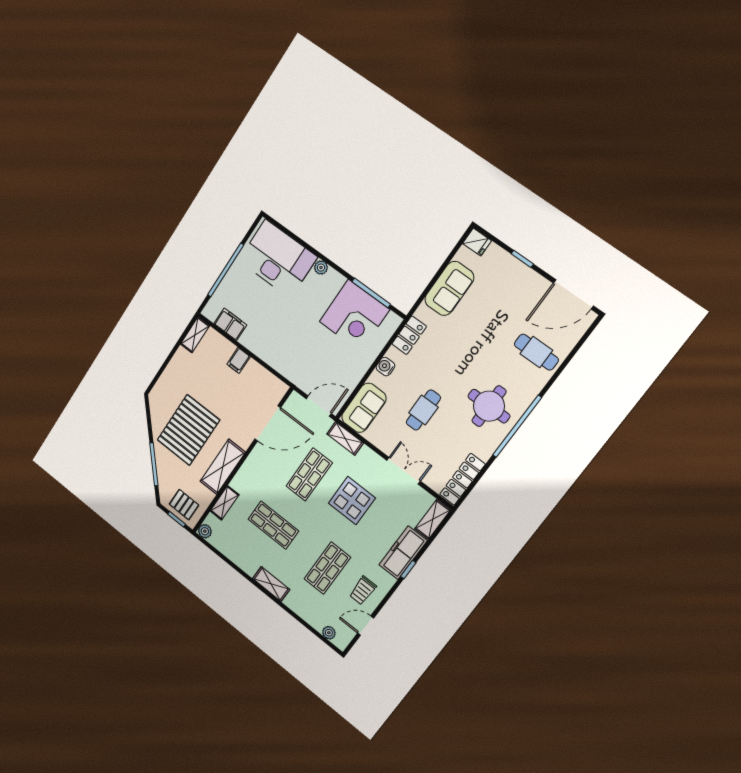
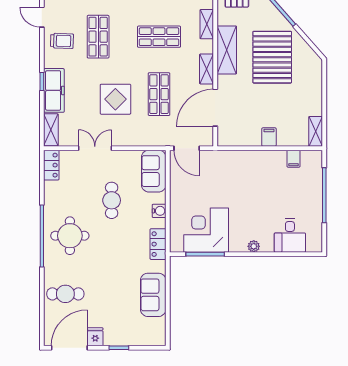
fridge: (477, 242) -> (95, 337), moved, turned 90
desk: (278, 259) -> (290, 236), width x0.53, depth x0.77
filing cabinet: (230, 324) -> (293, 159), width x0.50
door: (319, 406) -> (187, 148), hinge flipped
shelving: (345, 438) -> (207, 69), moved, turned 90
double door: (404, 471) -> (95, 148), swing flipped
locker: (462, 479) -> (51, 165), width x0.66
trolley: (363, 591) -> (62, 41), turned 92
door: (366, 626) -> (42, 17), swing flipped

